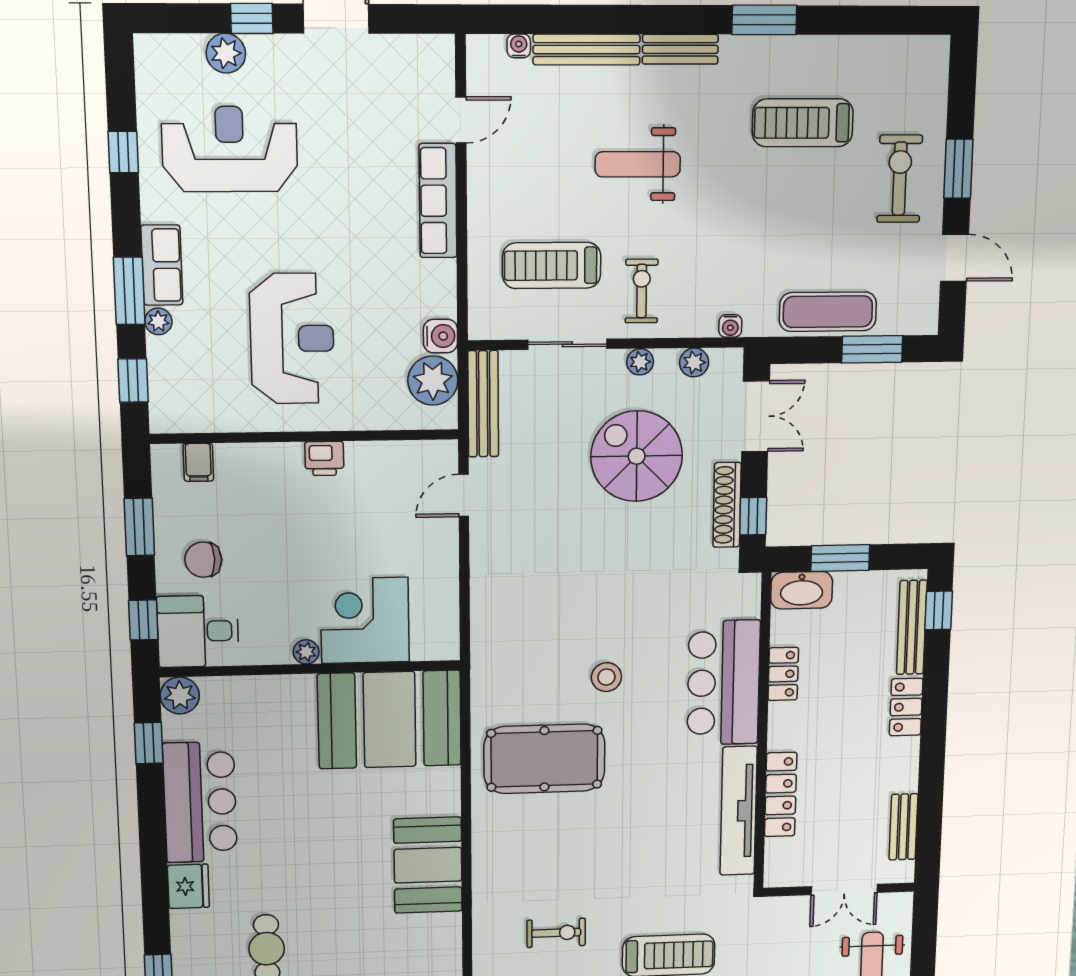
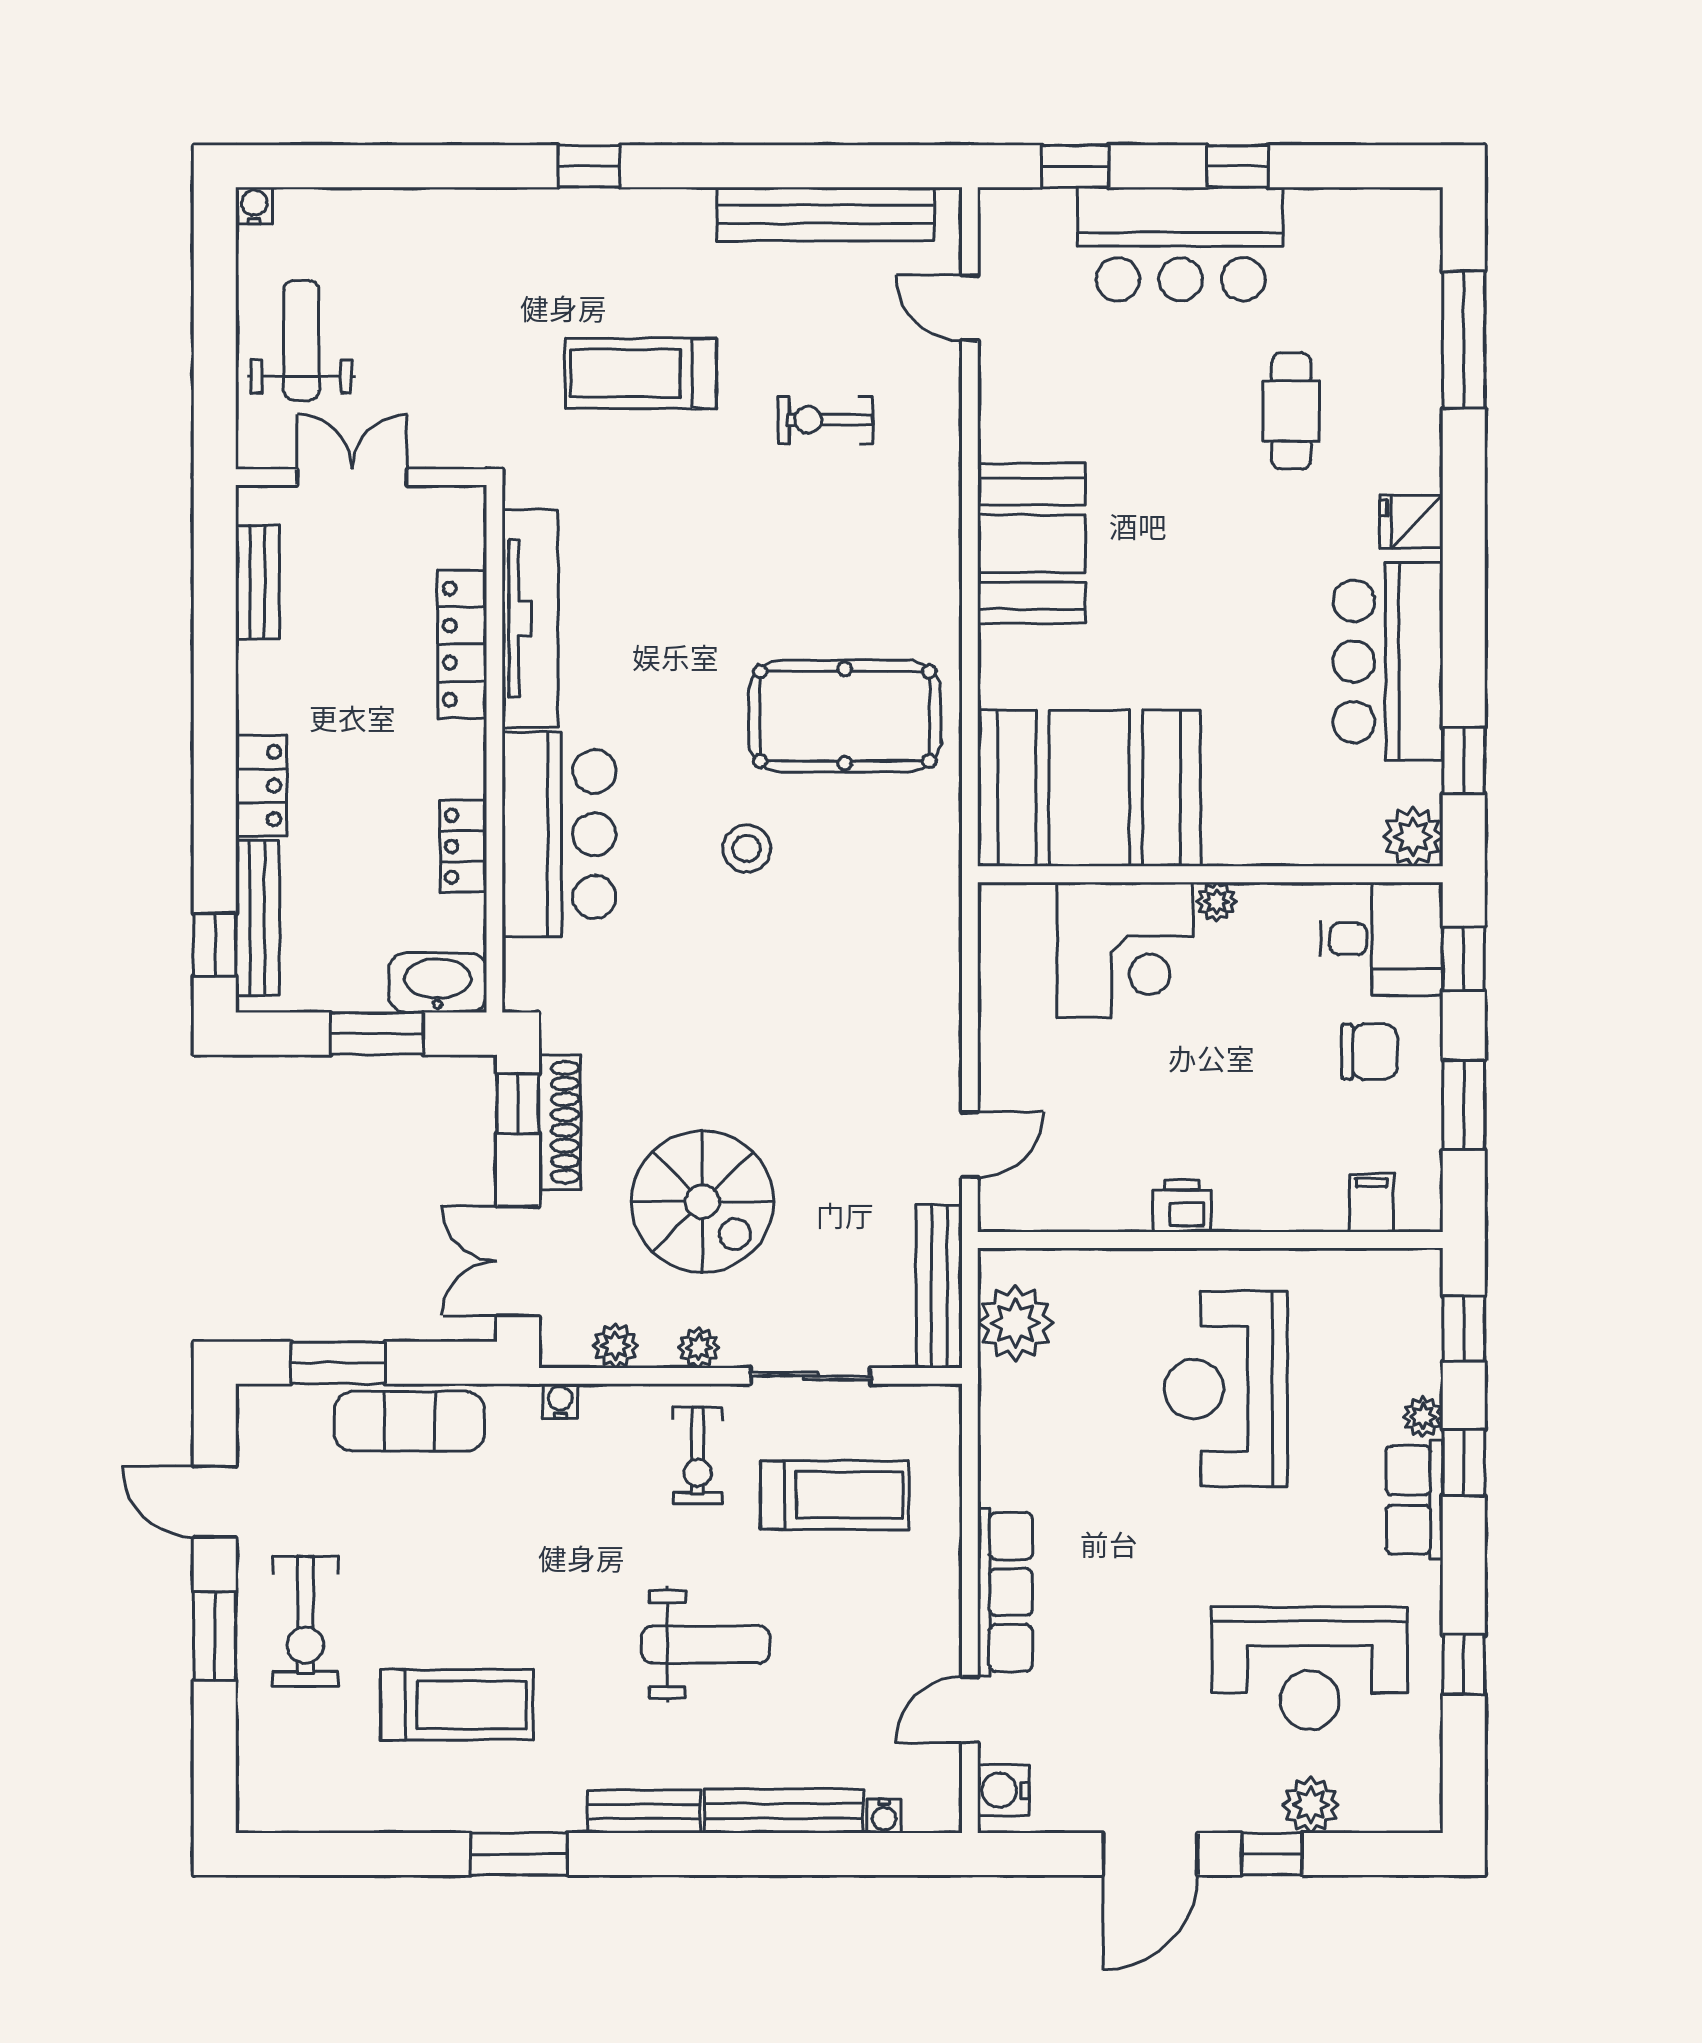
window: (129, 291) -> (1464, 1462), width x0.67
water cooler: (440, 336) -> (1003, 1790), moved
fridge: (188, 886) -> (1411, 522), width x0.72

